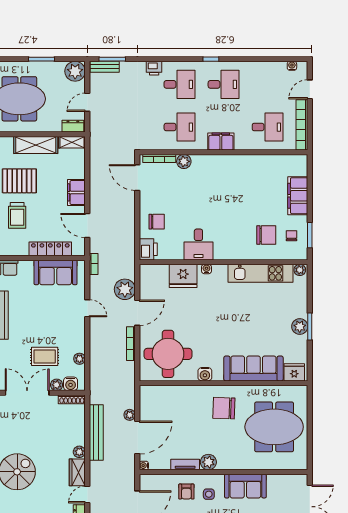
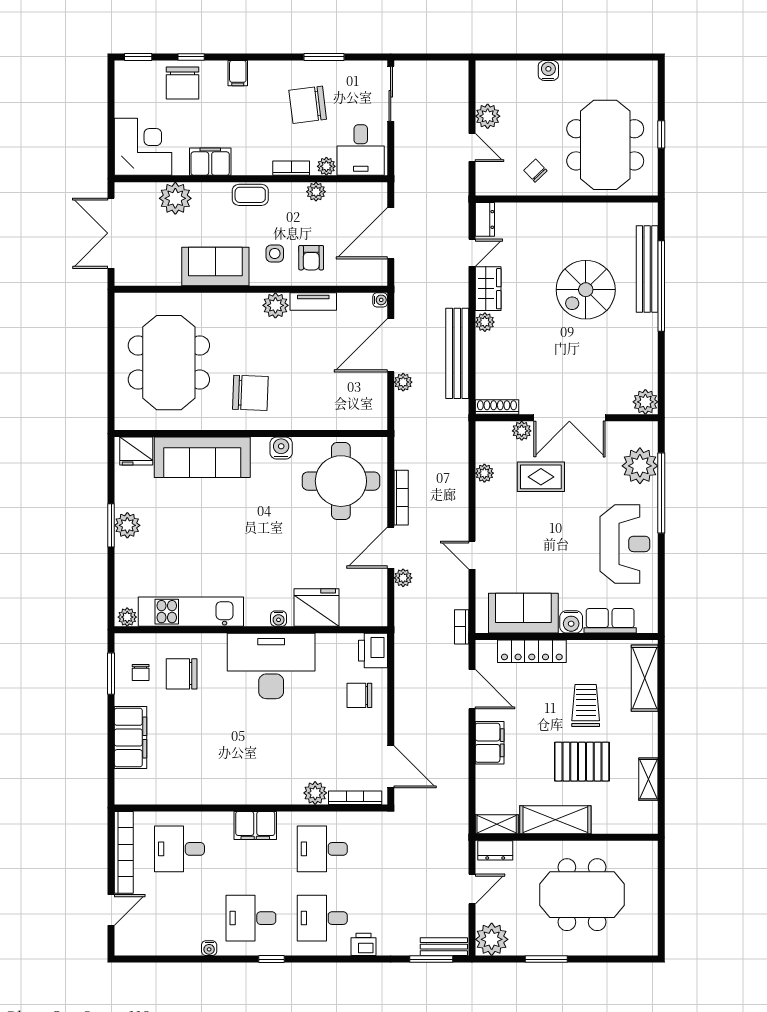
water cooler: (292, 66) -> (209, 948), moved
desk: (198, 244) -> (271, 666), width x1.87, depth x1.30
plant: (125, 289) -> (403, 578), width x0.53, depth x0.53
water cooler: (71, 384) -> (571, 622), moved, turned 180
meeting table: (274, 427) -> (169, 363), turned 90
armchair: (186, 492) -> (311, 258), turned 180

